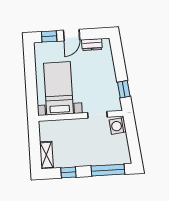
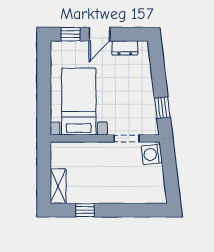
window: (108, 170) -> (136, 210), removed

